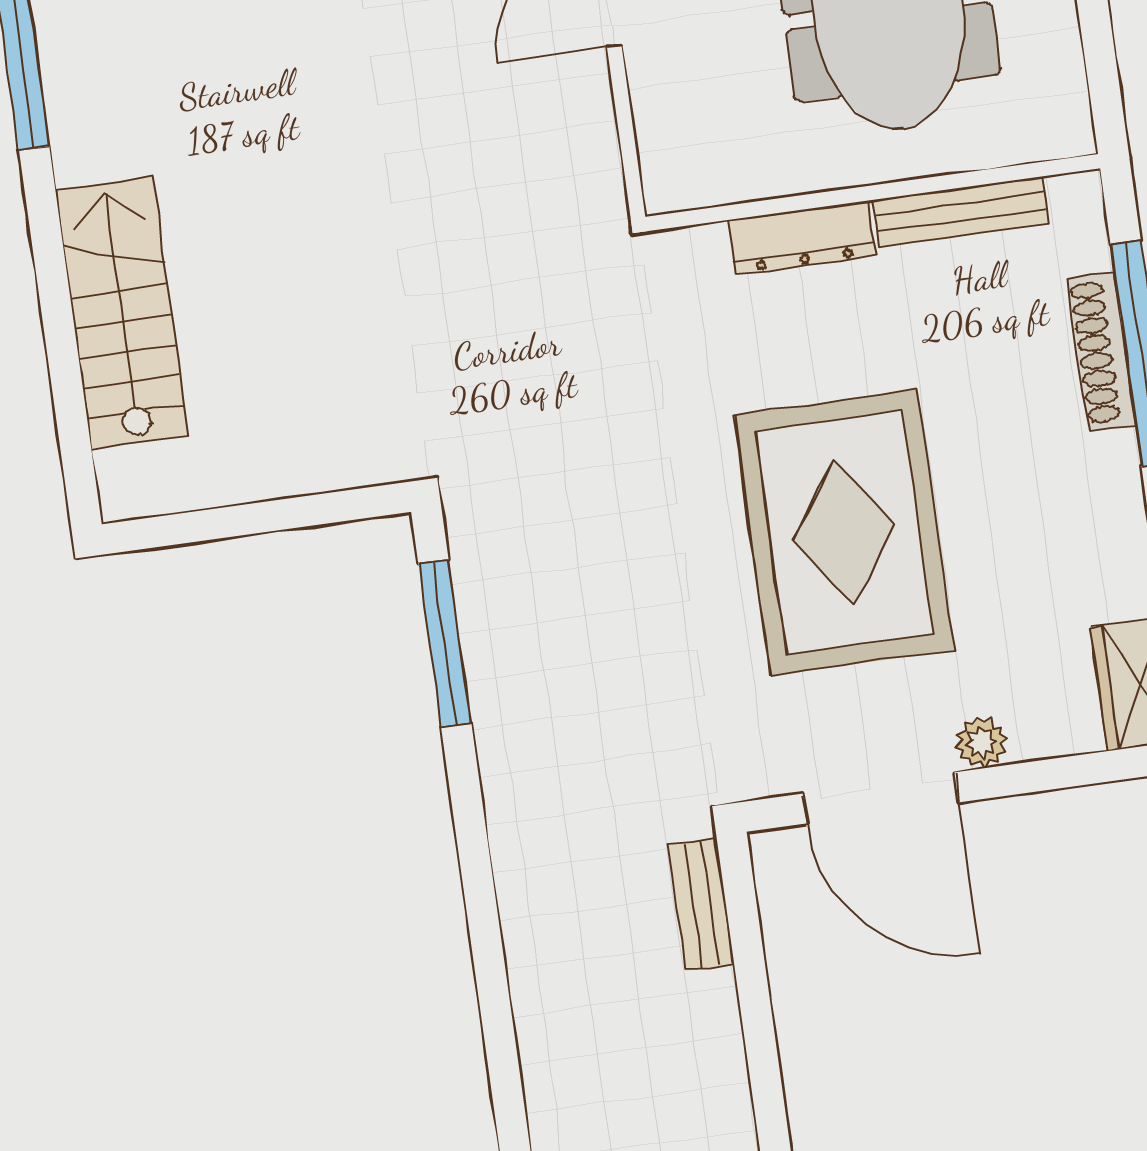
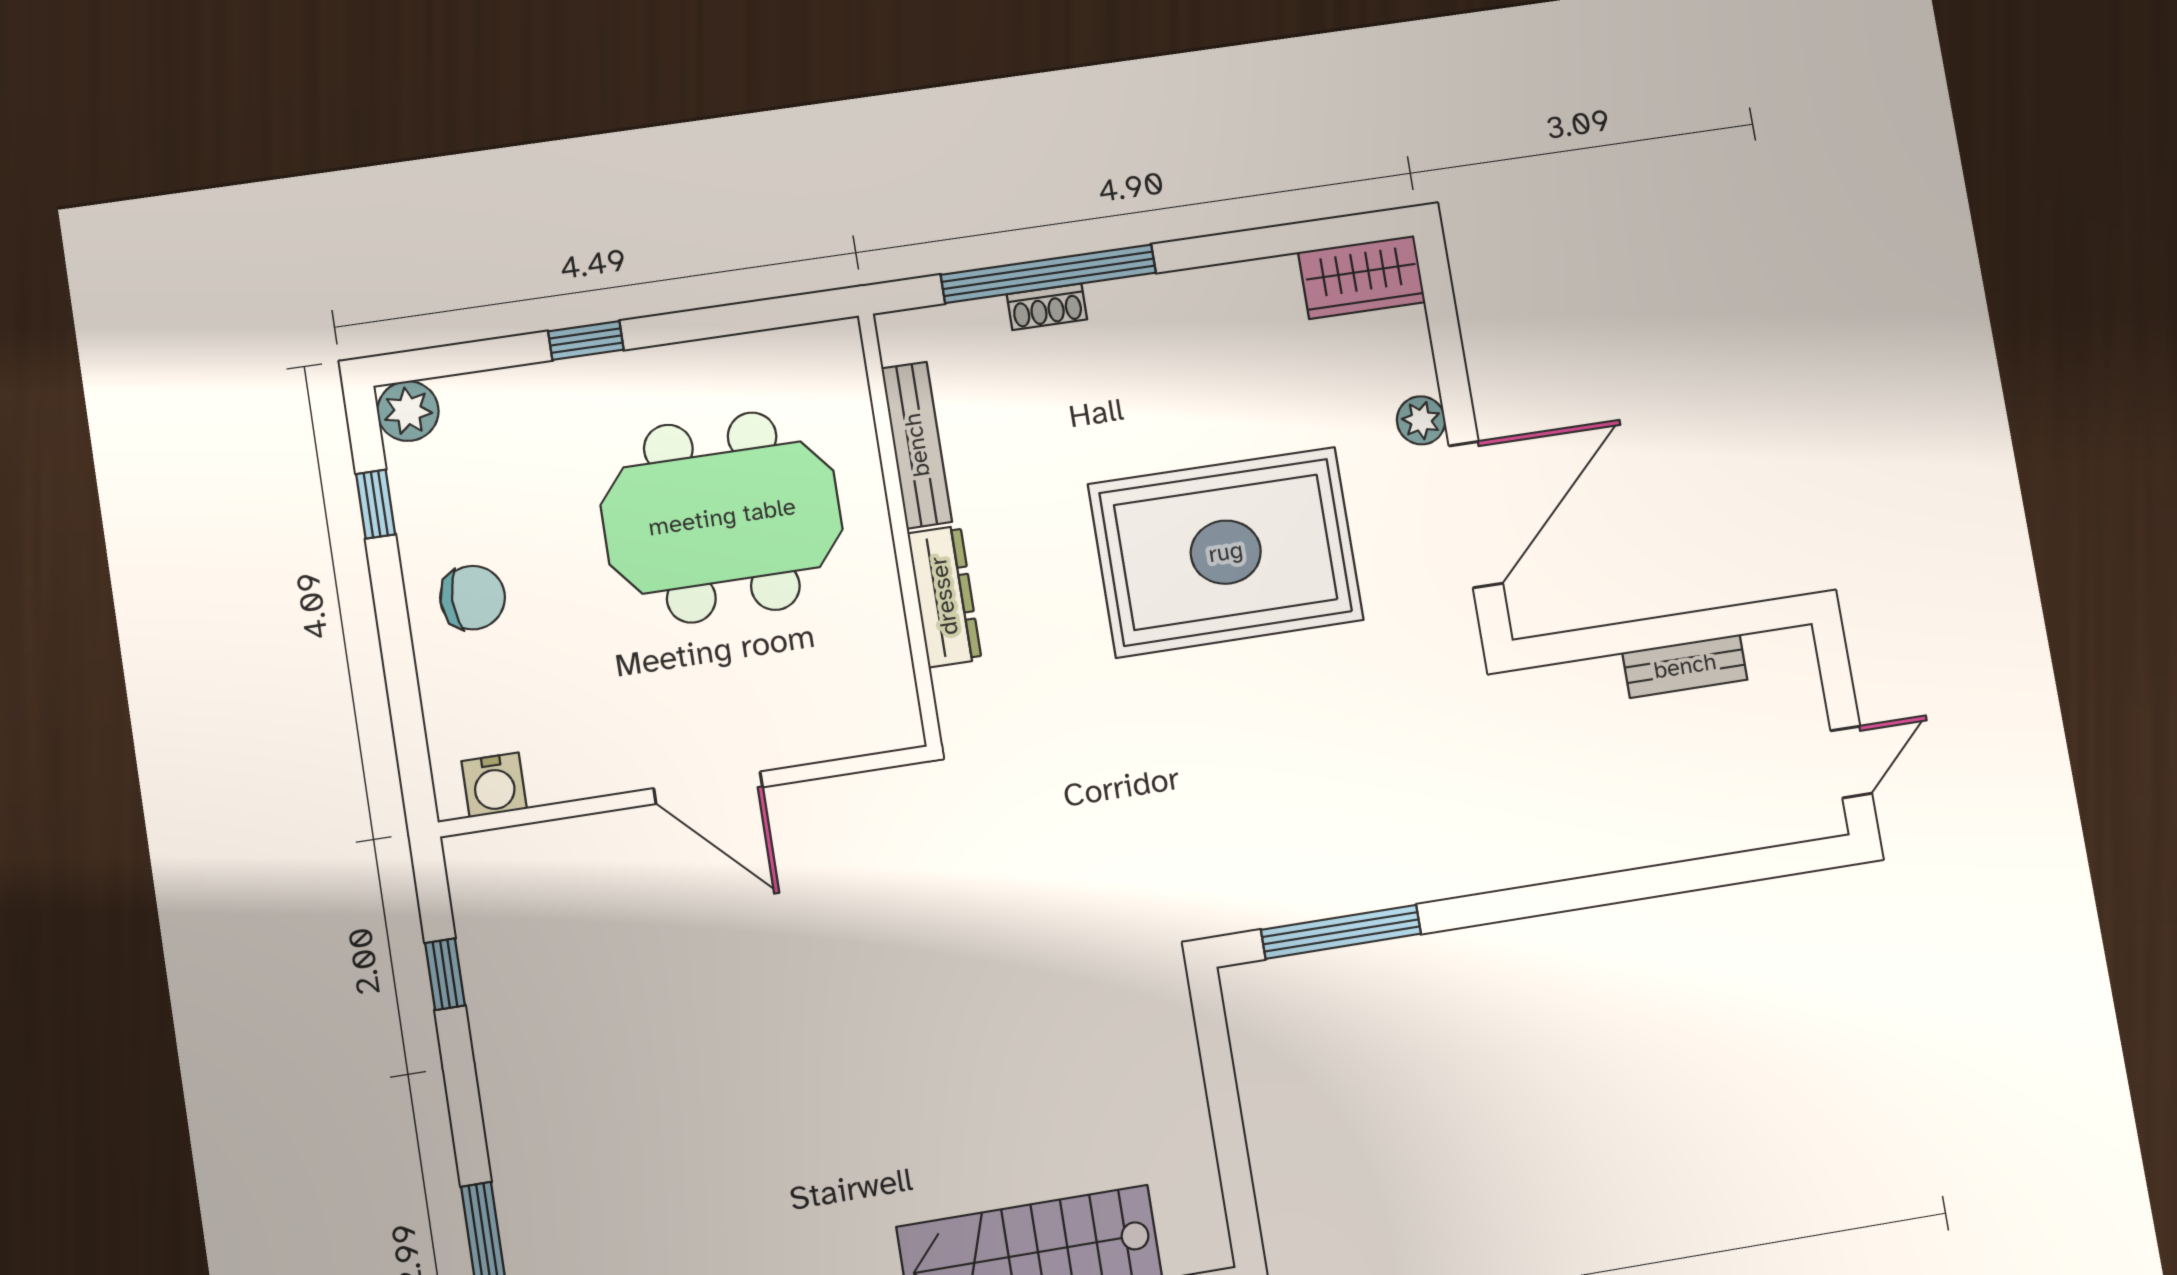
shoe rack: (1102, 351) -> (1047, 307), width x0.51, depth x0.81
bench: (701, 904) -> (1685, 666), moved

